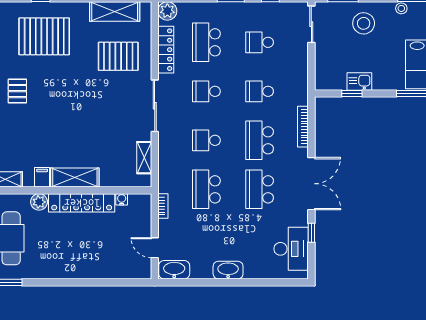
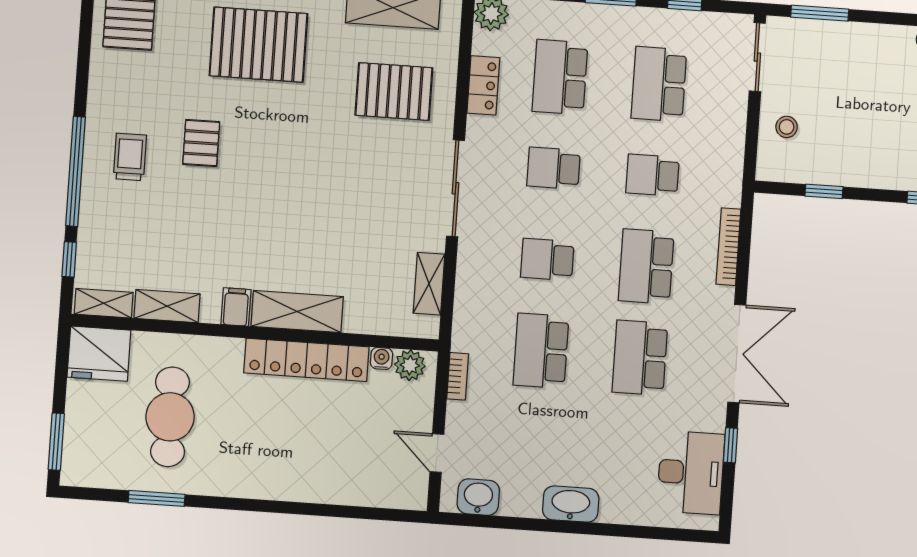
stool: (364, 23) -> (787, 127), moved, width x0.53, depth x0.53
school desk: (260, 42) -> (659, 84), width x1.85
locker: (166, 50) -> (483, 85), width x0.66
kitchen sink: (359, 81) -> (839, 170), removed
plant: (39, 202) -> (410, 365), moved
washbasin: (174, 270) -> (478, 497), width x0.72

